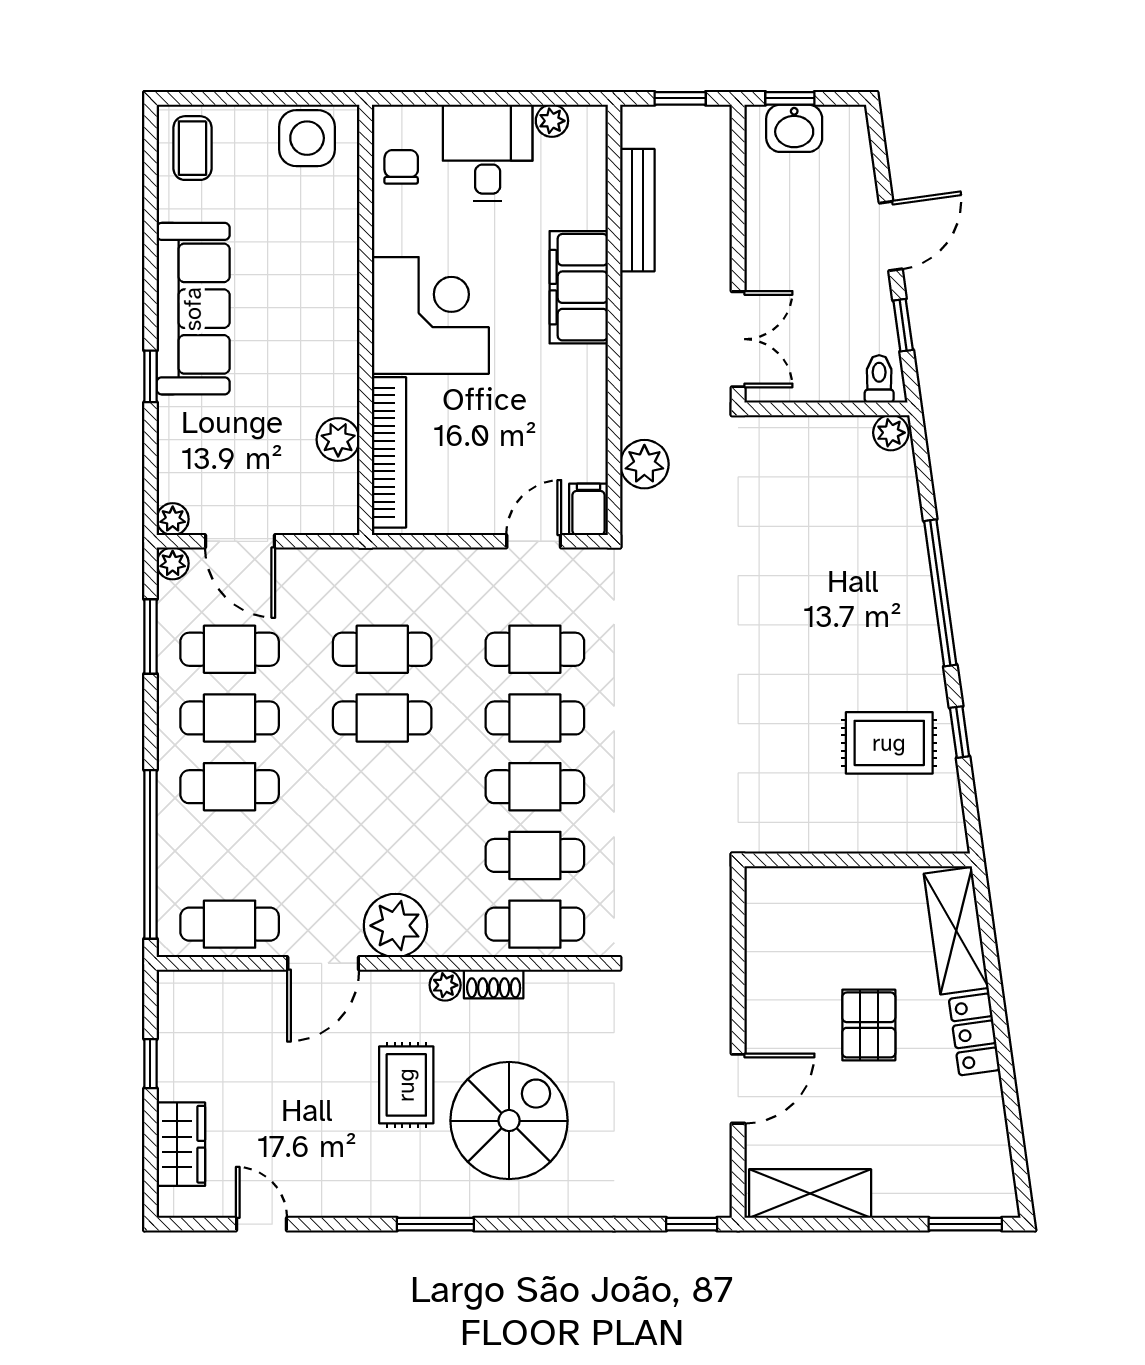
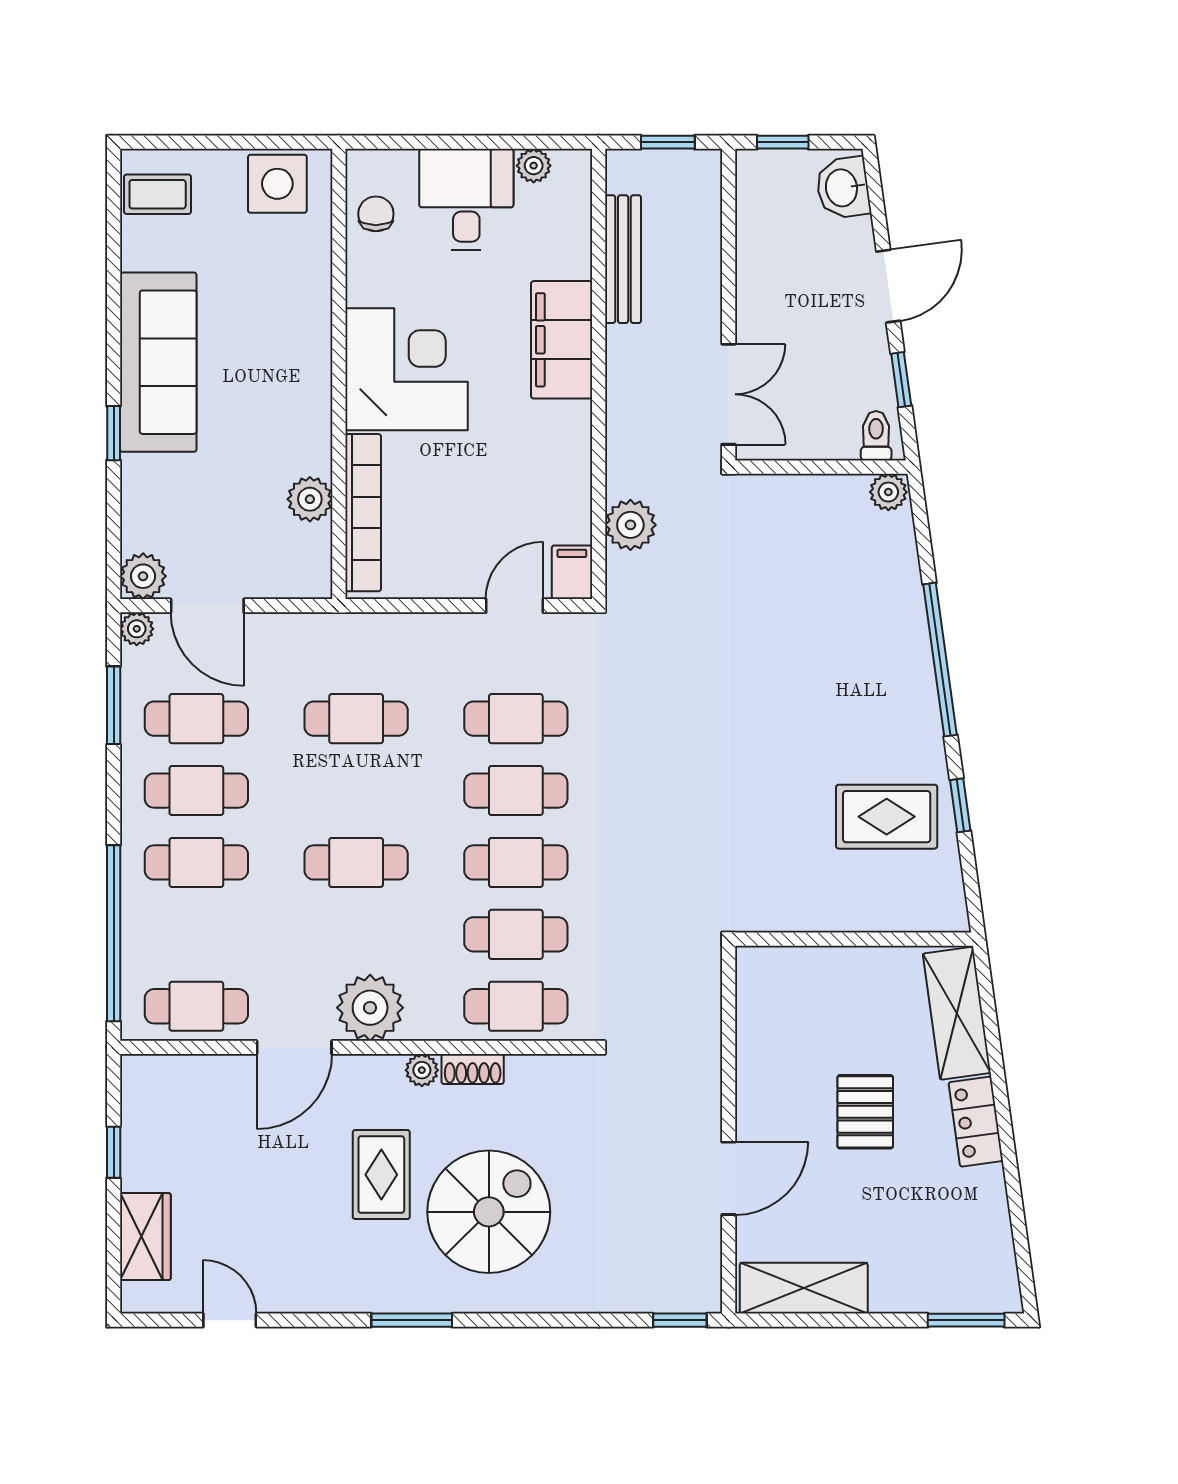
washbasin: (794, 128) -> (843, 188), moved, turned 82
coffee table: (192, 148) -> (158, 194), turned 90
plant: (173, 519) -> (143, 576), width x1.38, depth x1.38
cafe table: (382, 718) -> (356, 862), moved

